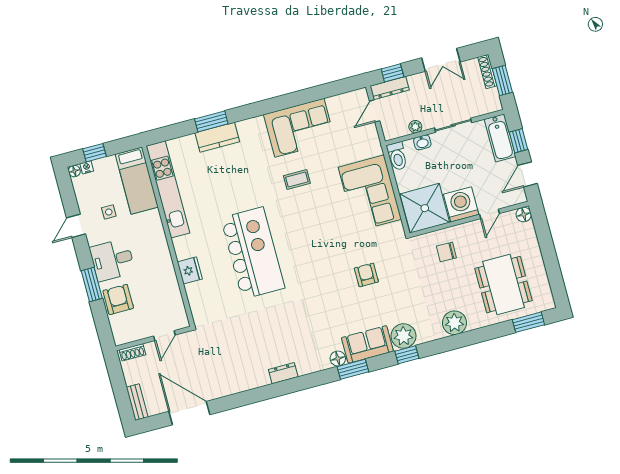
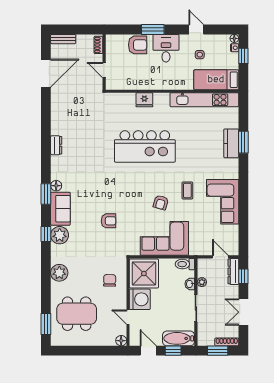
armchair: (323, 211) -> (161, 202), added

